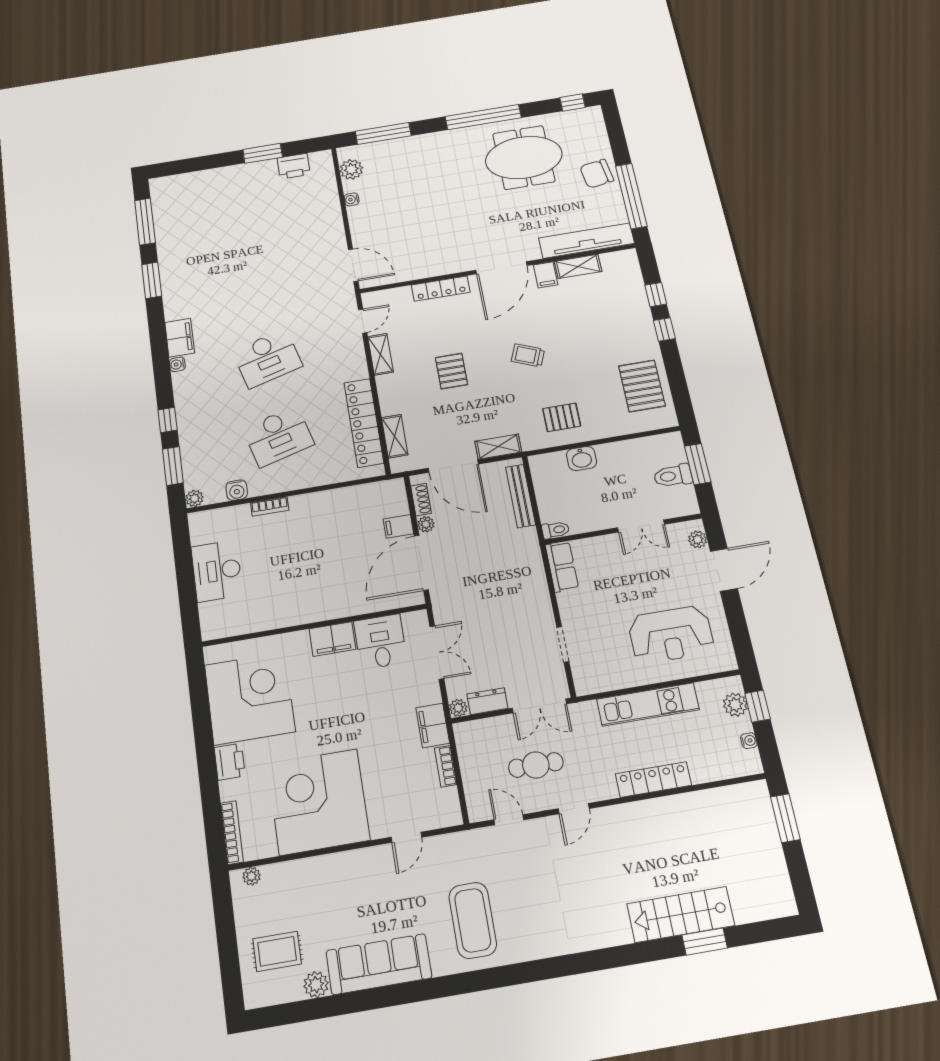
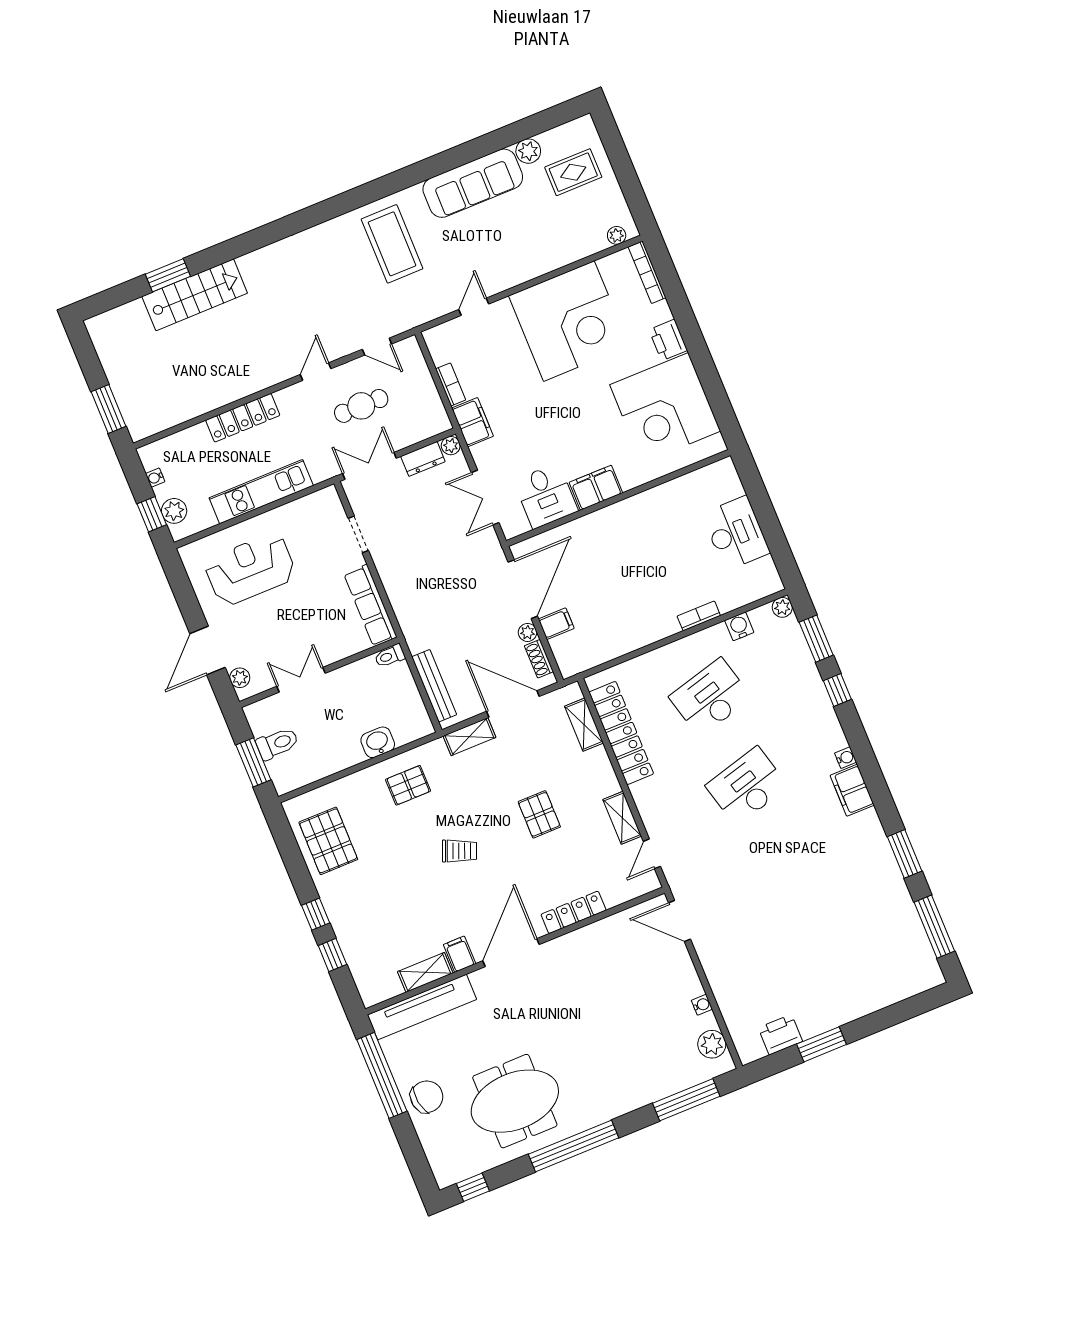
row of seats: (562, 567) -> (370, 605), width x1.48

